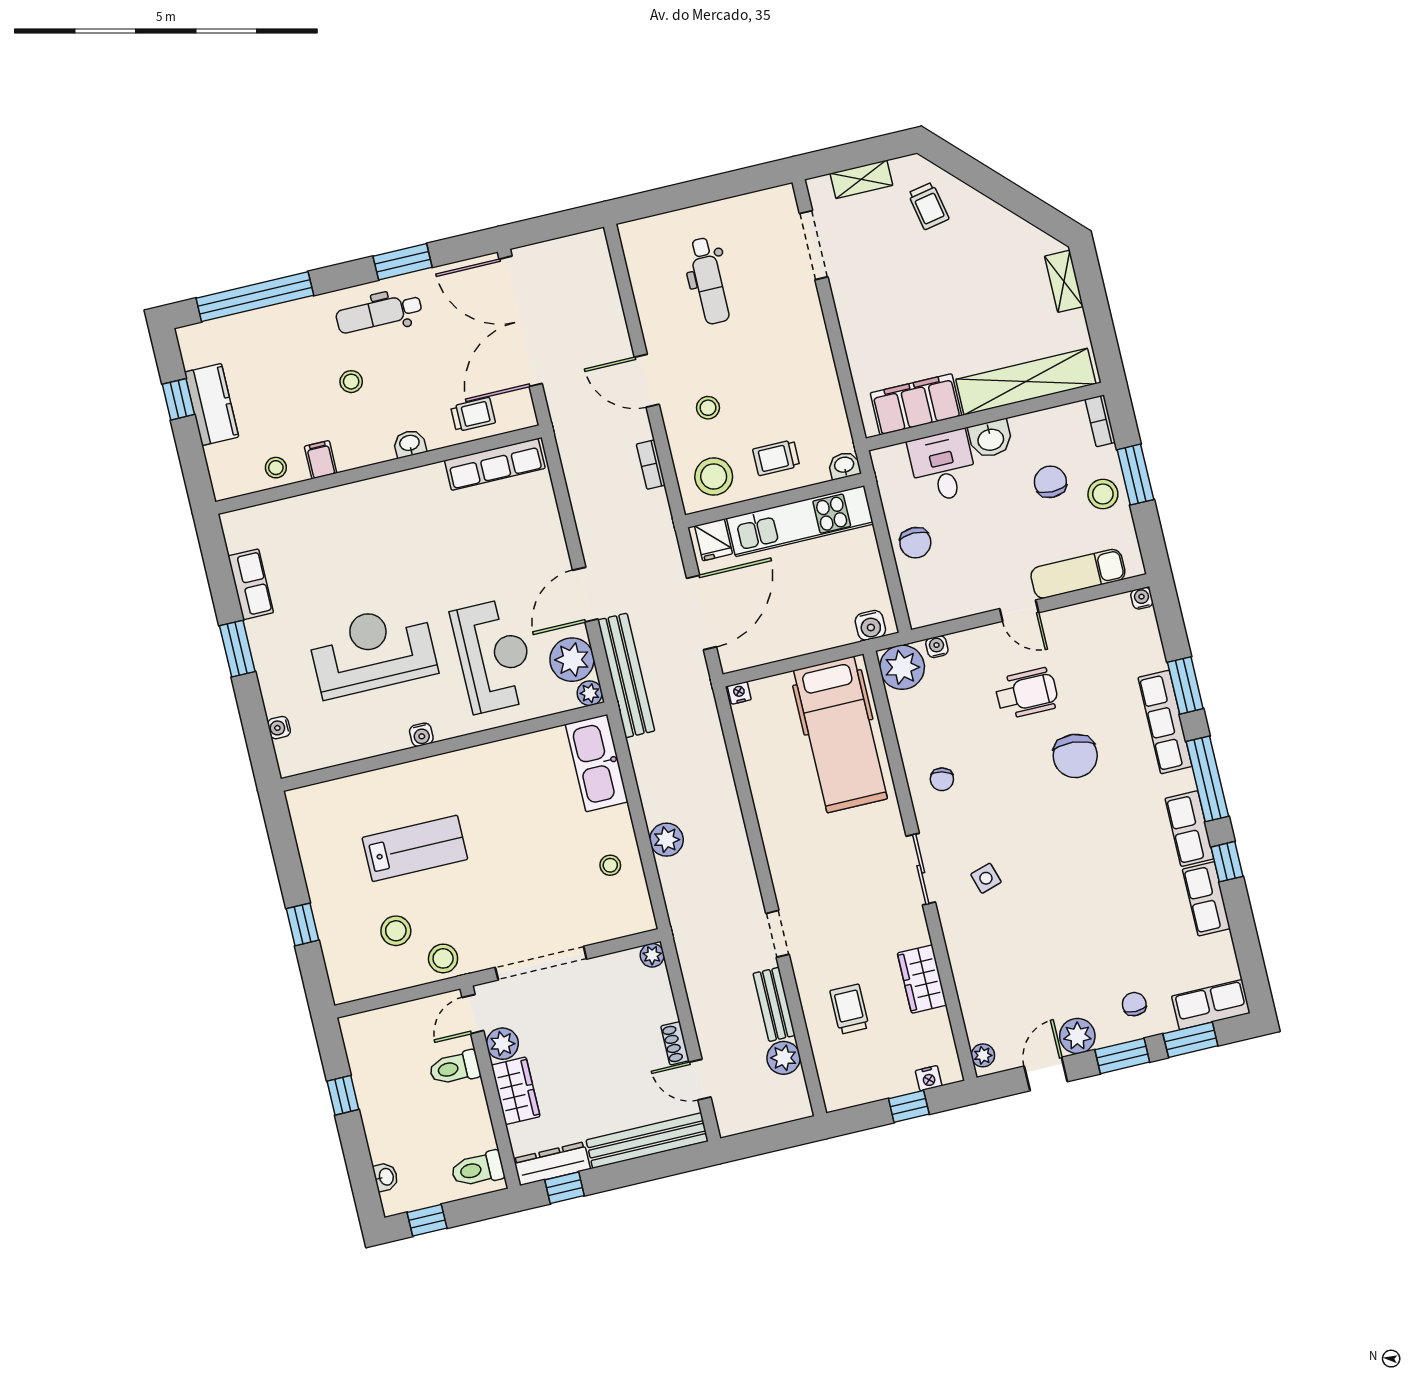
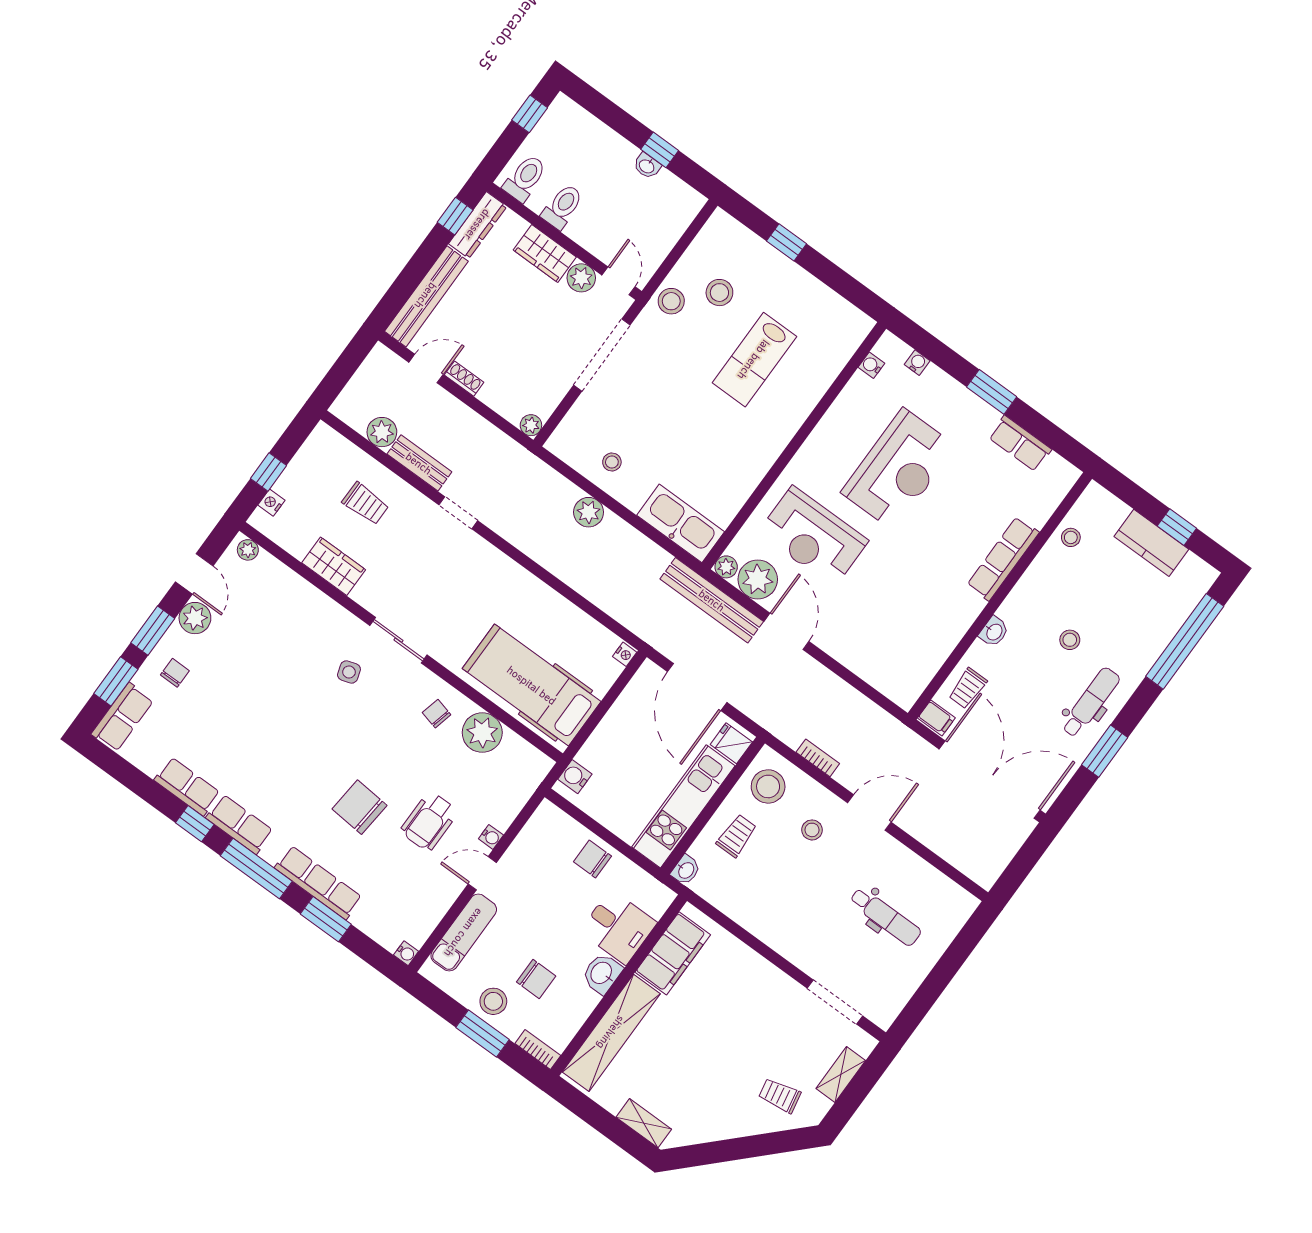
dental chair: (709, 281) -> (885, 917), turned 180
filing cabinet: (321, 460) -> (936, 718), moved
row of seats: (495, 464) -> (1003, 559), moved
water cooler: (937, 647) -> (491, 837), moved
plant: (902, 667) -> (482, 733), moved
water cooler: (421, 735) -> (871, 365), moved
chair: (1134, 1004) -> (175, 673), turned -90
toilet: (455, 1068) -> (562, 207), moved
washbasin: (386, 1177) -> (647, 166), moved

